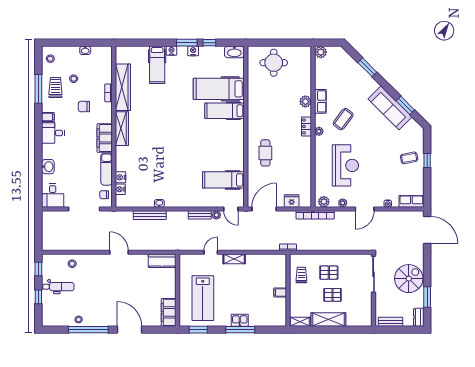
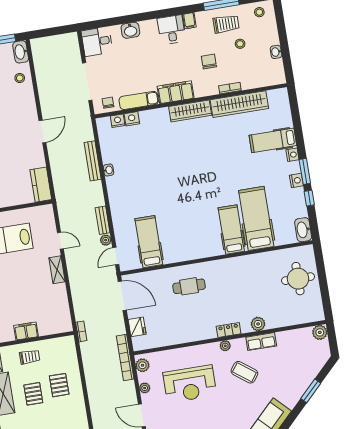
washbasin: (51, 259) -> (21, 52), added
trolley: (301, 275) -> (30, 357), moved
filing cabinet: (280, 292) -> (26, 331), width x2.00

